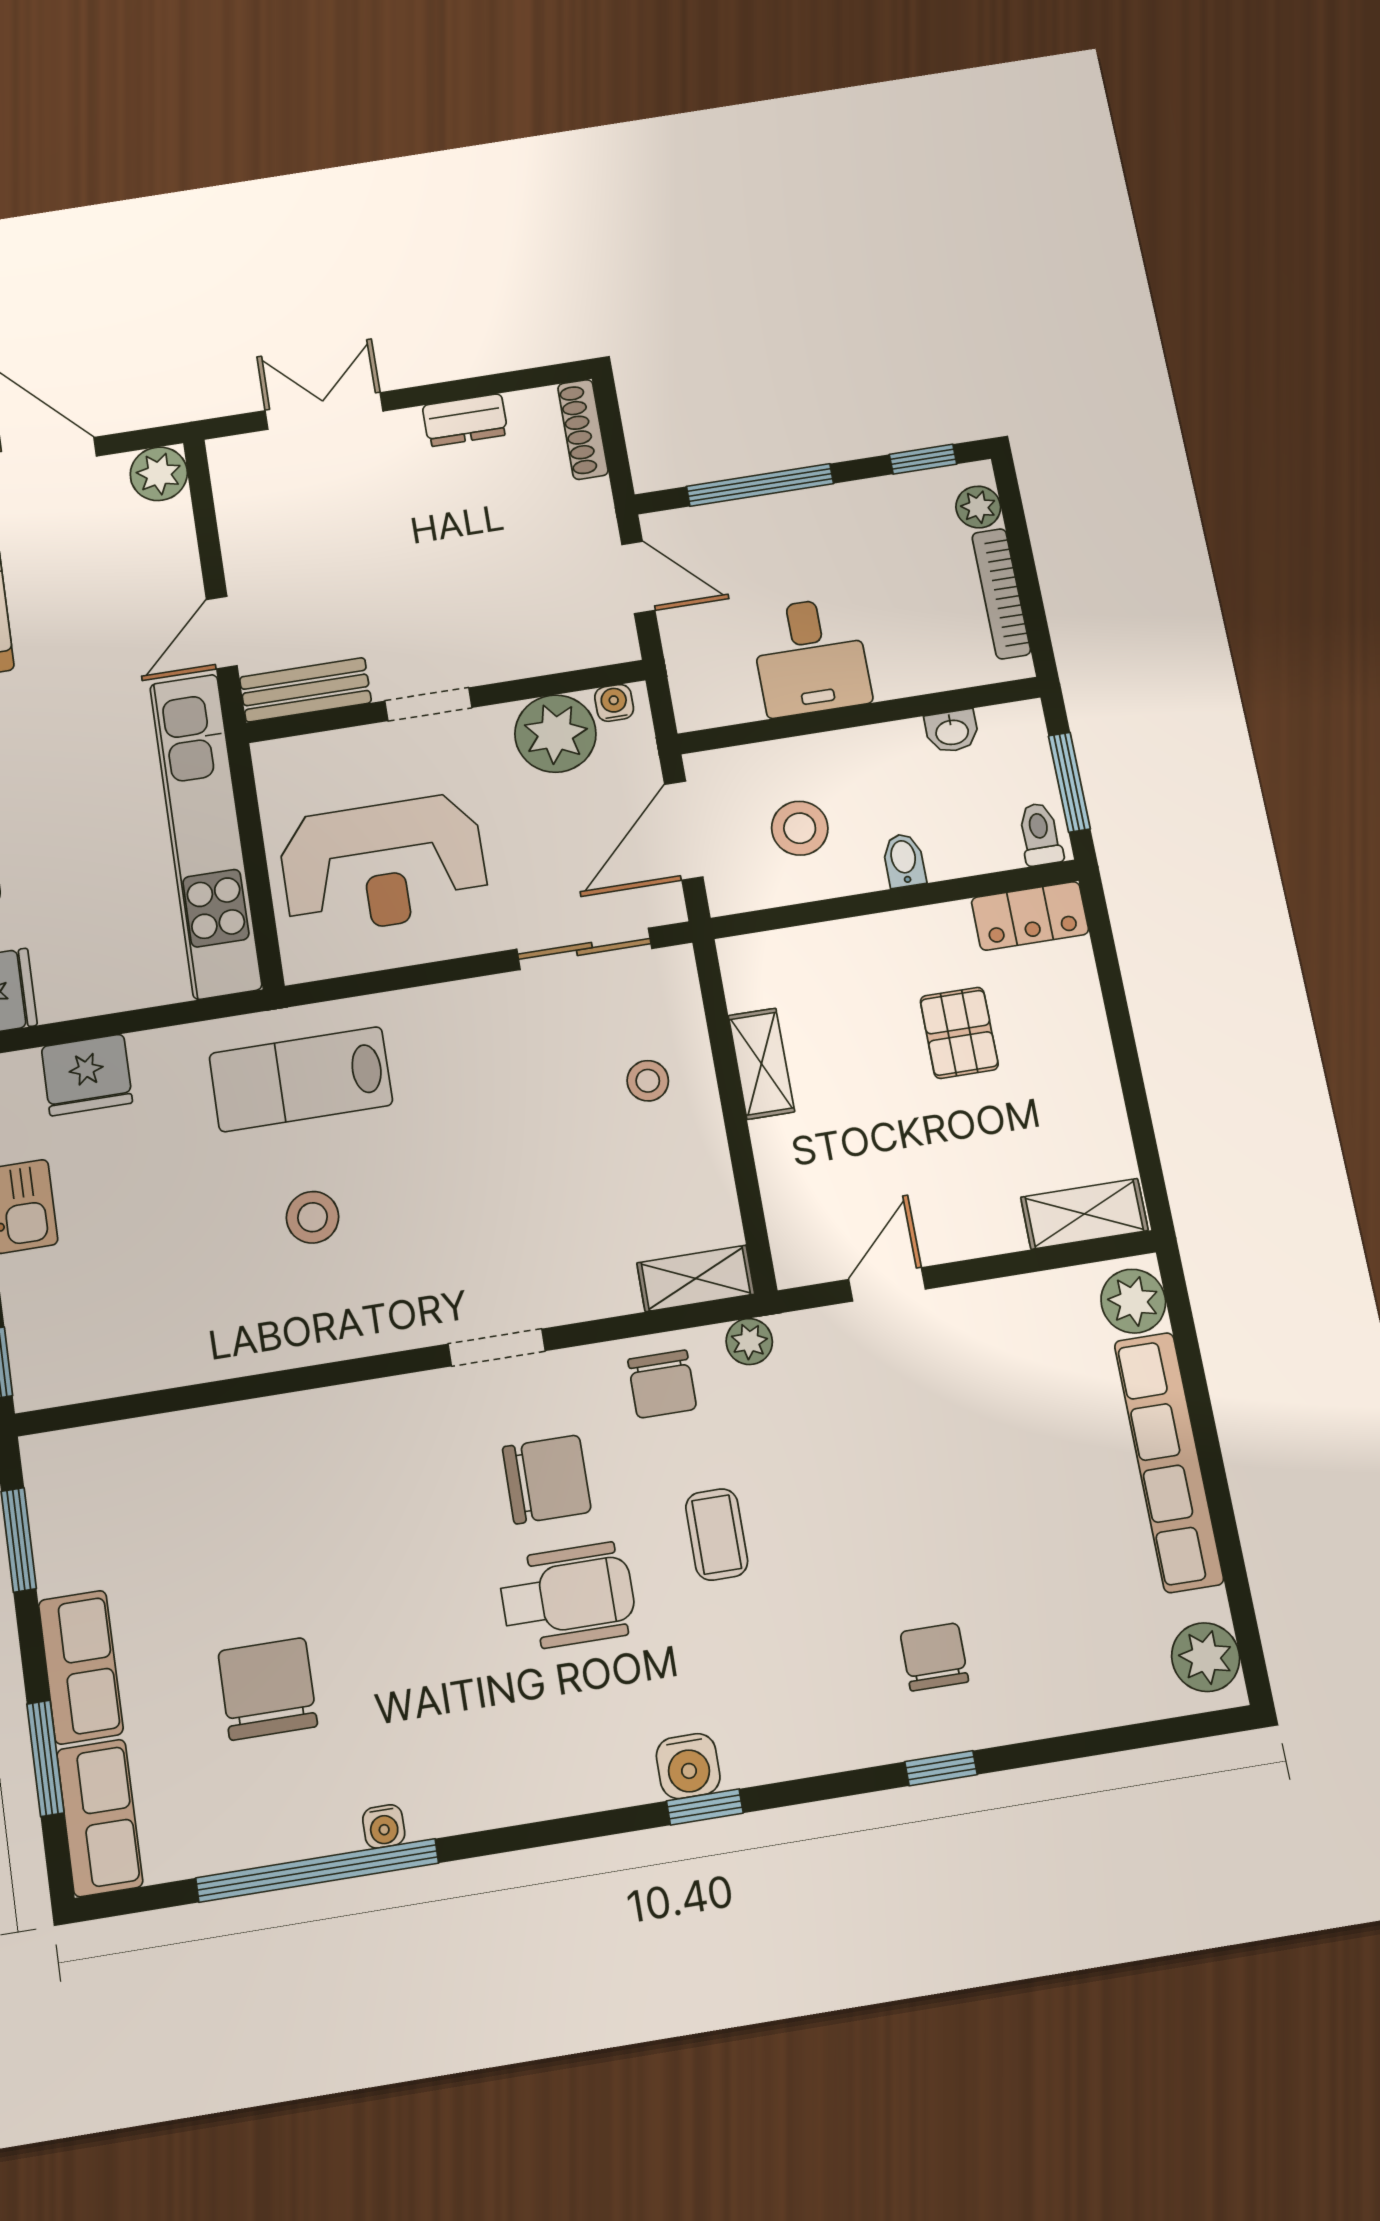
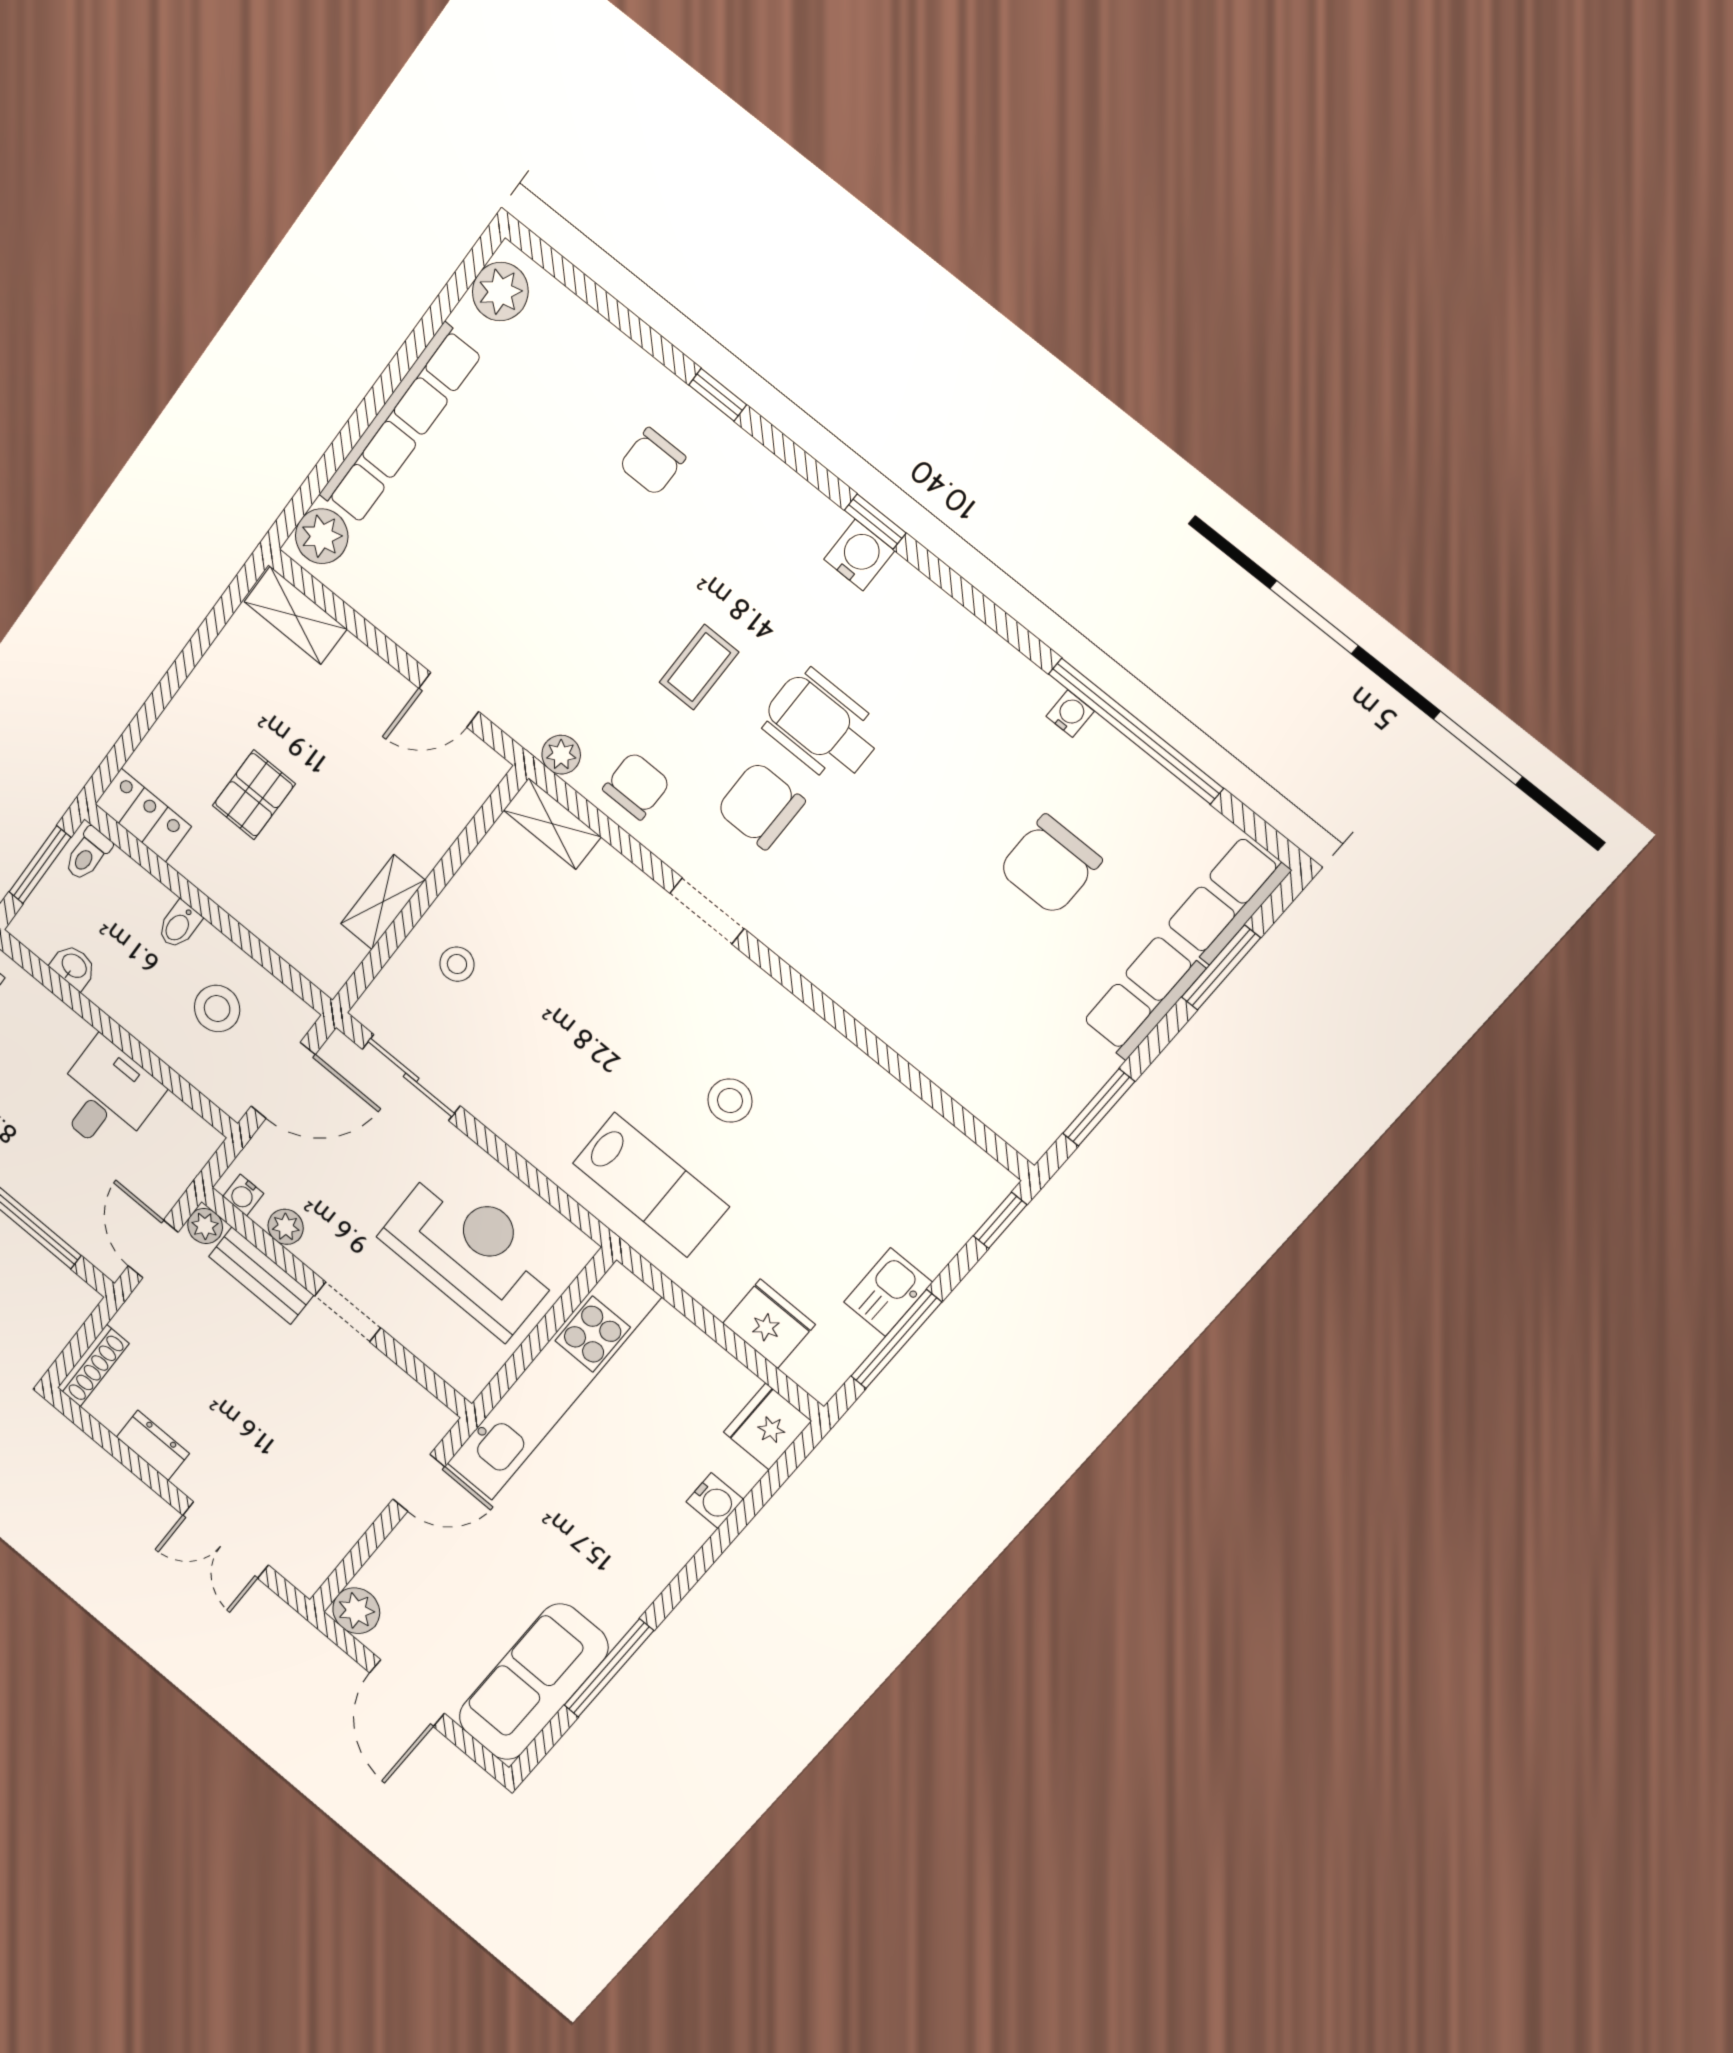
plant: (617, 643) -> (205, 1226), added
bench: (305, 690) -> (261, 1276), moved
plant: (555, 734) -> (286, 1227), width x0.53, depth x0.53

